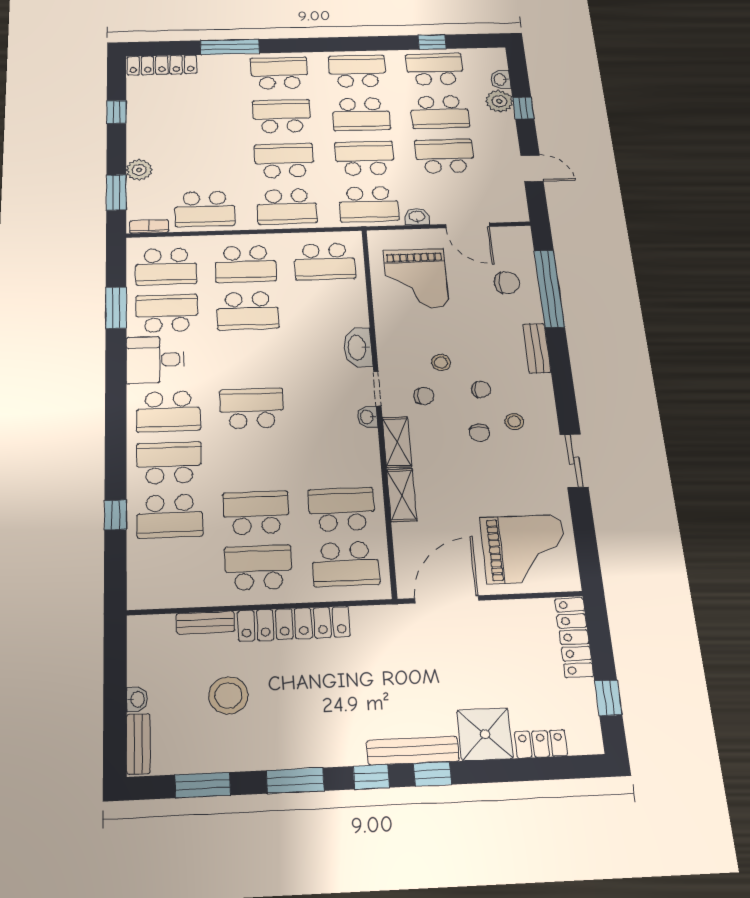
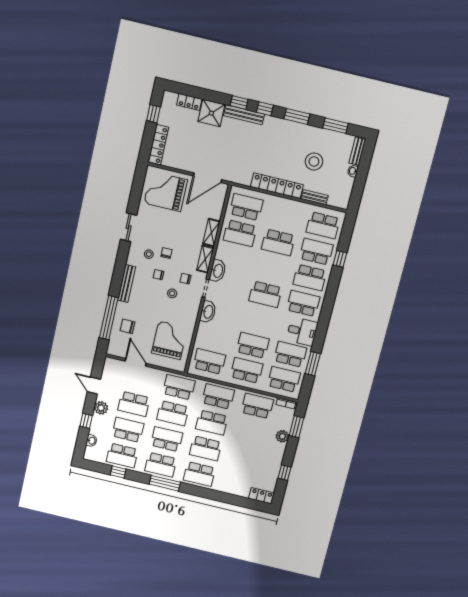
window: (230, 47) -> (165, 483), moved
locker: (162, 65) -> (261, 496), width x0.66
plant: (499, 101) -> (101, 408), moved
washbasin: (417, 217) -> (158, 374), removed
school desk: (167, 313) -> (290, 354), turned 180
bench: (537, 348) -> (127, 284), width x1.36
washbasin: (367, 417) -> (218, 271), width x1.91, depth x1.45
school desk: (258, 568) -> (323, 225), moved

